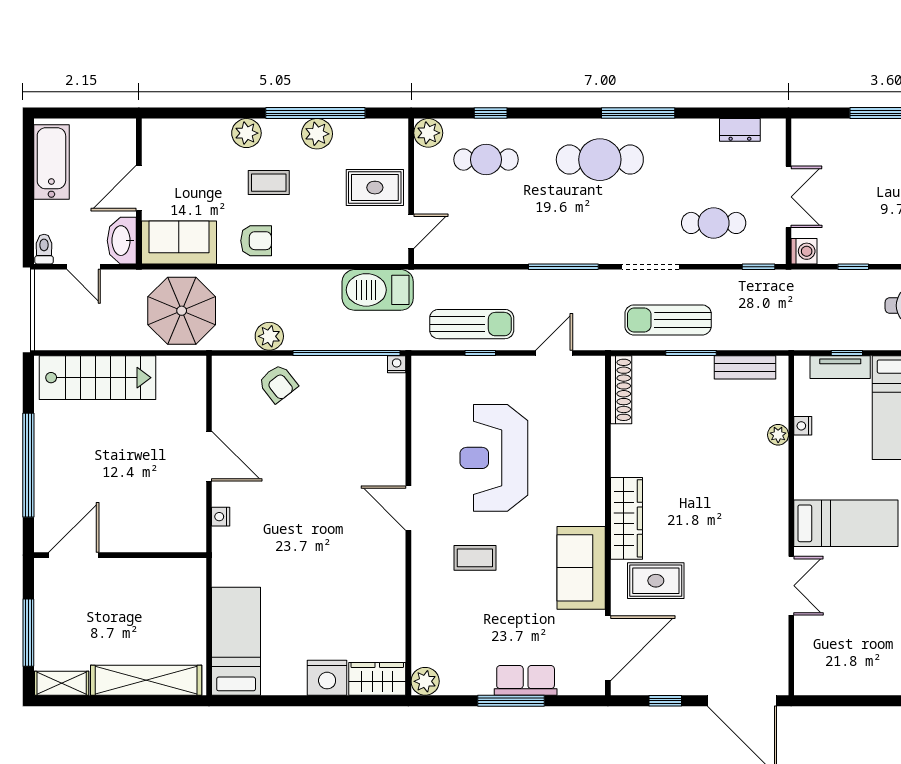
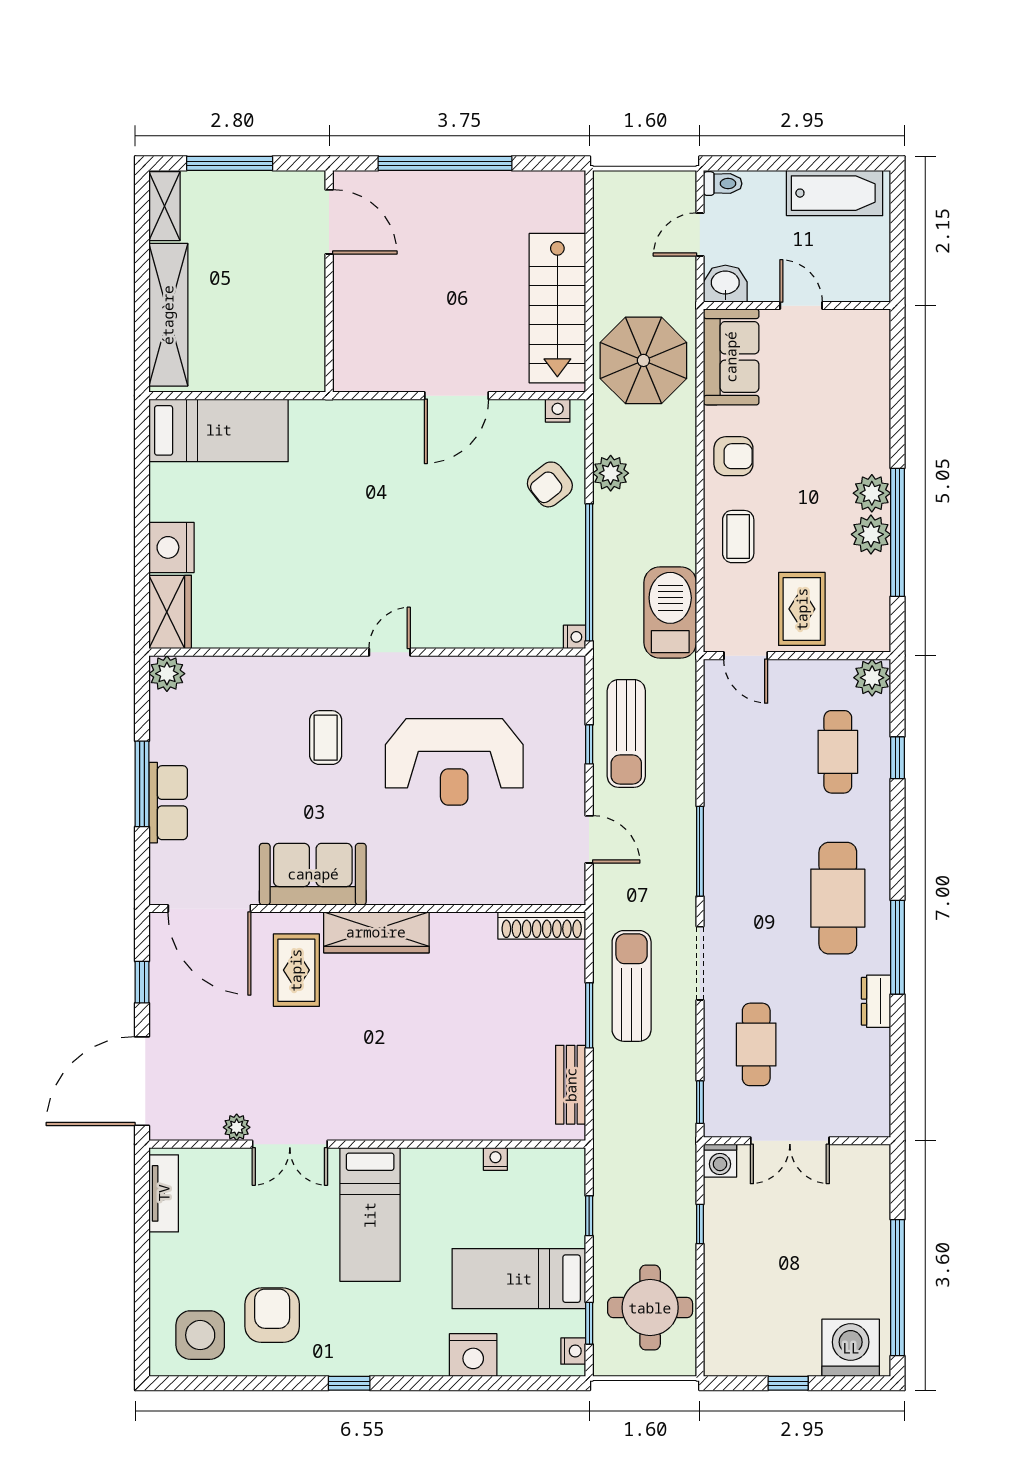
dresser: (740, 130) -> (876, 1001), moved
plant: (246, 133) -> (872, 493), moved
coffee table: (269, 183) -> (738, 537), moved
door: (139, 188) -> (801, 306), width x0.73
washbasin: (122, 241) -> (725, 284), width x0.72
armchair: (256, 241) -> (733, 456), turned -90
tv unit: (840, 367) -> (164, 1193), moved, turned 180
stairs: (98, 378) -> (557, 308), moved
plant: (778, 435) -> (237, 1127), moved
reception desk: (494, 458) -> (454, 762), turned 180
door: (408, 508) -> (390, 652), width x0.73
nightstand: (221, 517) -> (558, 411), moved

